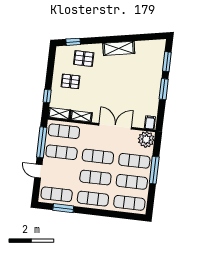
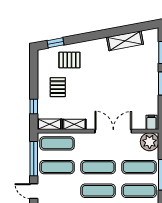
shelving: (119, 48) -> (125, 41), moved
pallet: (71, 81) -> (58, 87), turned 90

